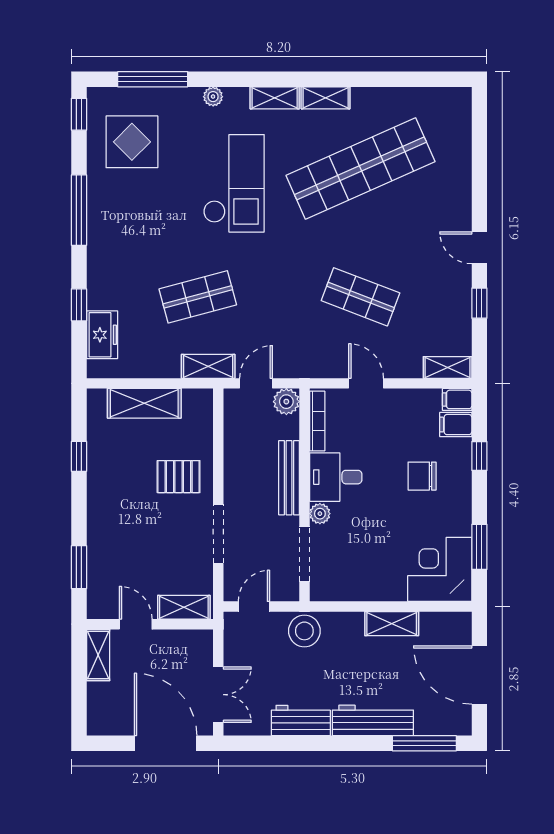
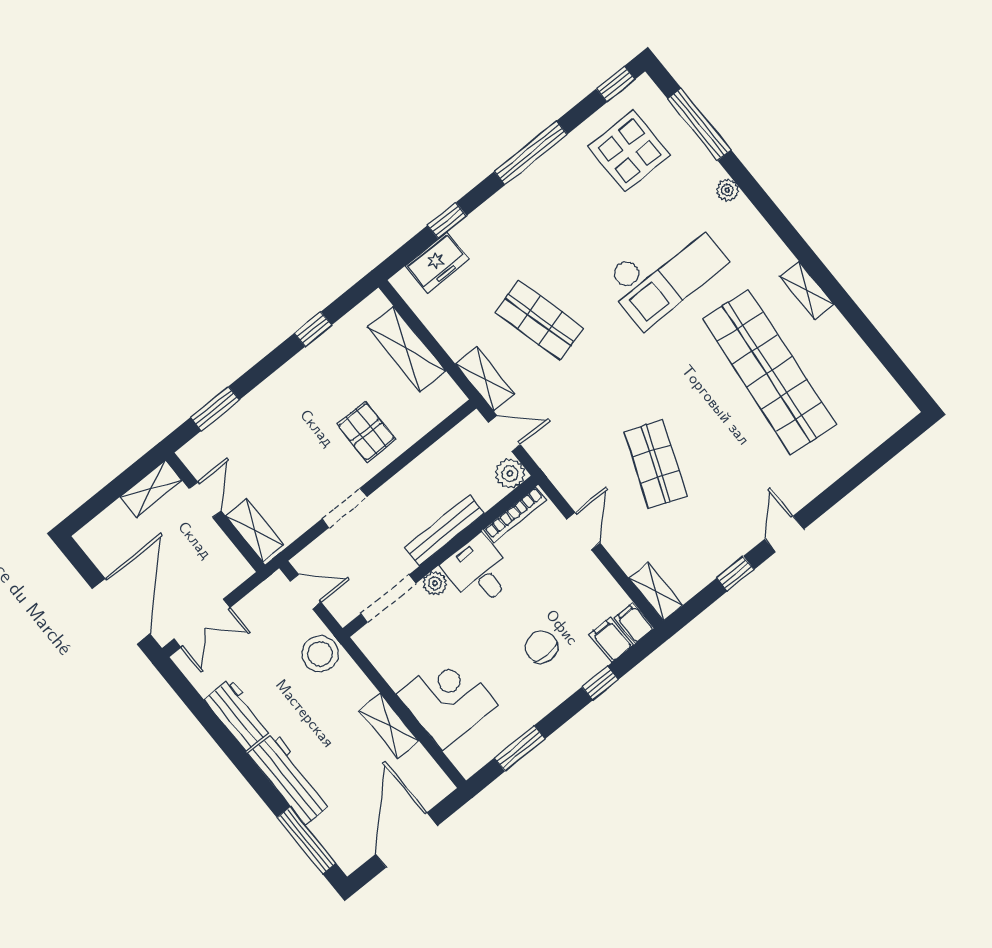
shelving: (275, 98) -> (770, 246), removed
shop shelf: (361, 168) -> (769, 372), turned 30
doorway: (218, 534) -> (344, 508), width x0.73
corner desk: (440, 569) -> (447, 699), moved

